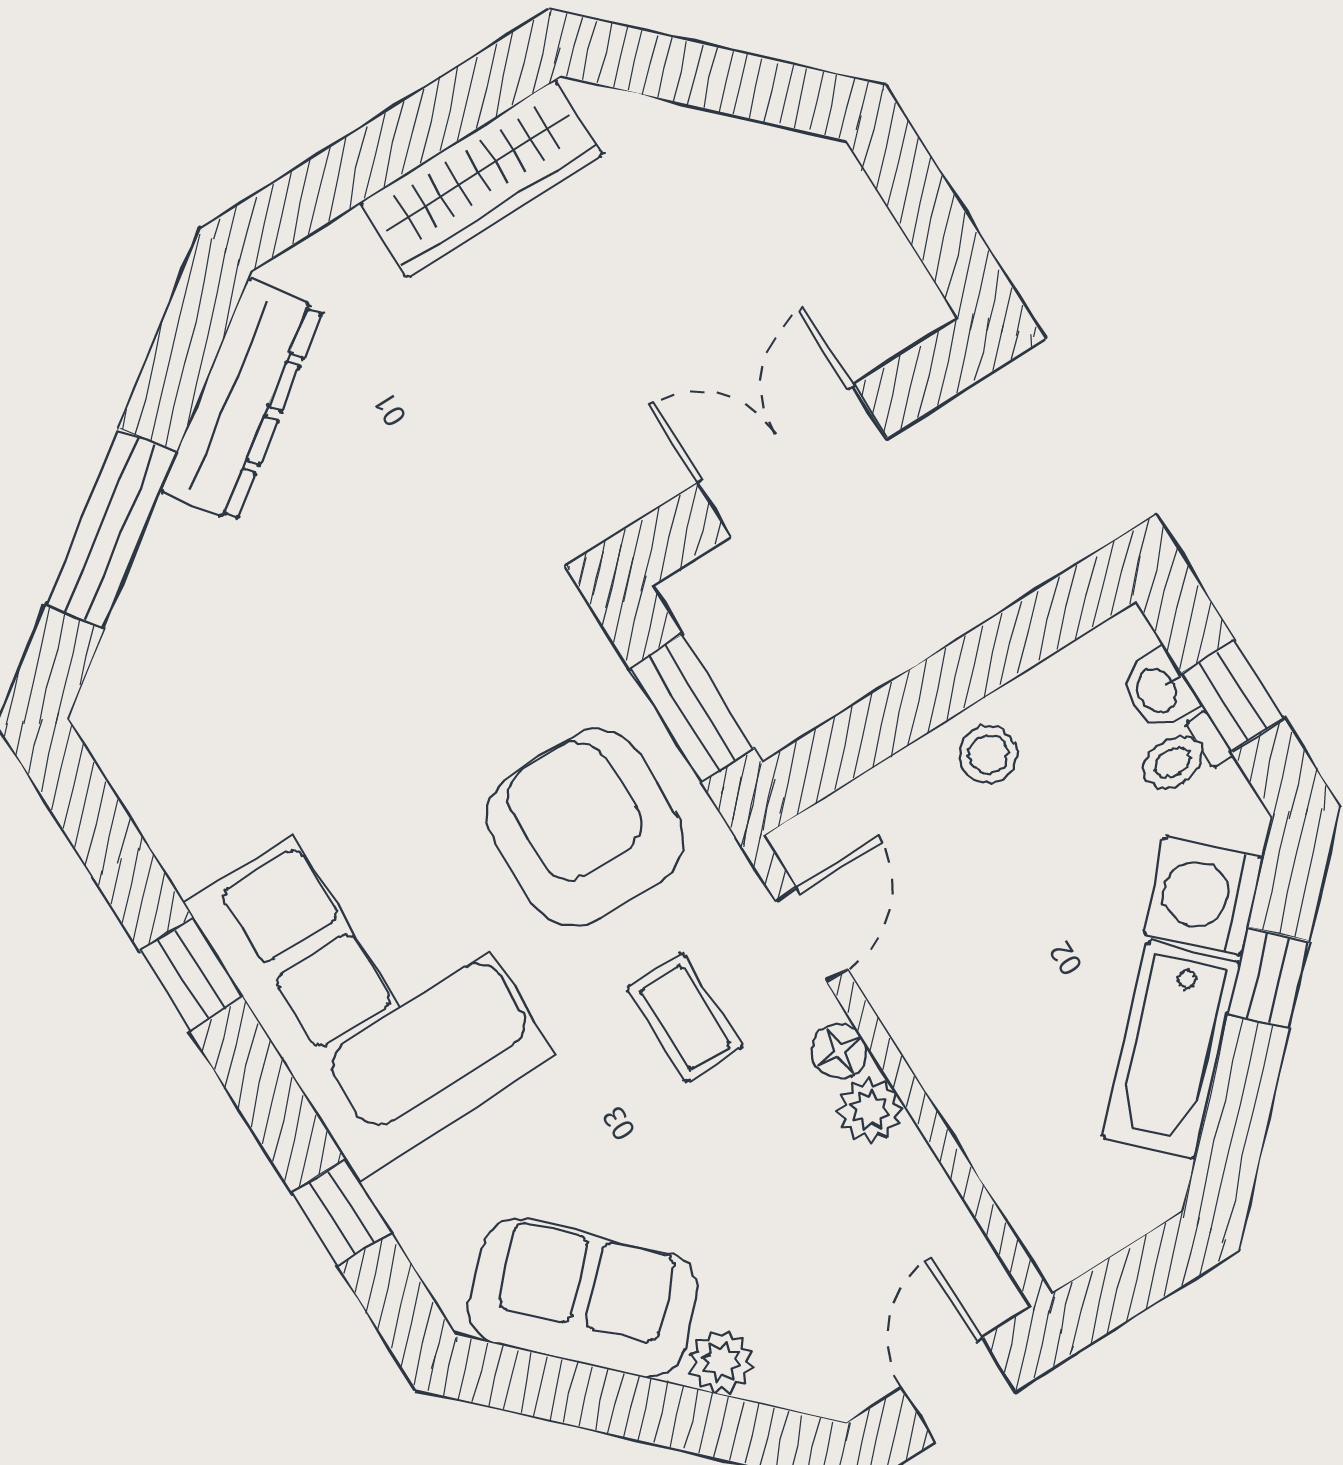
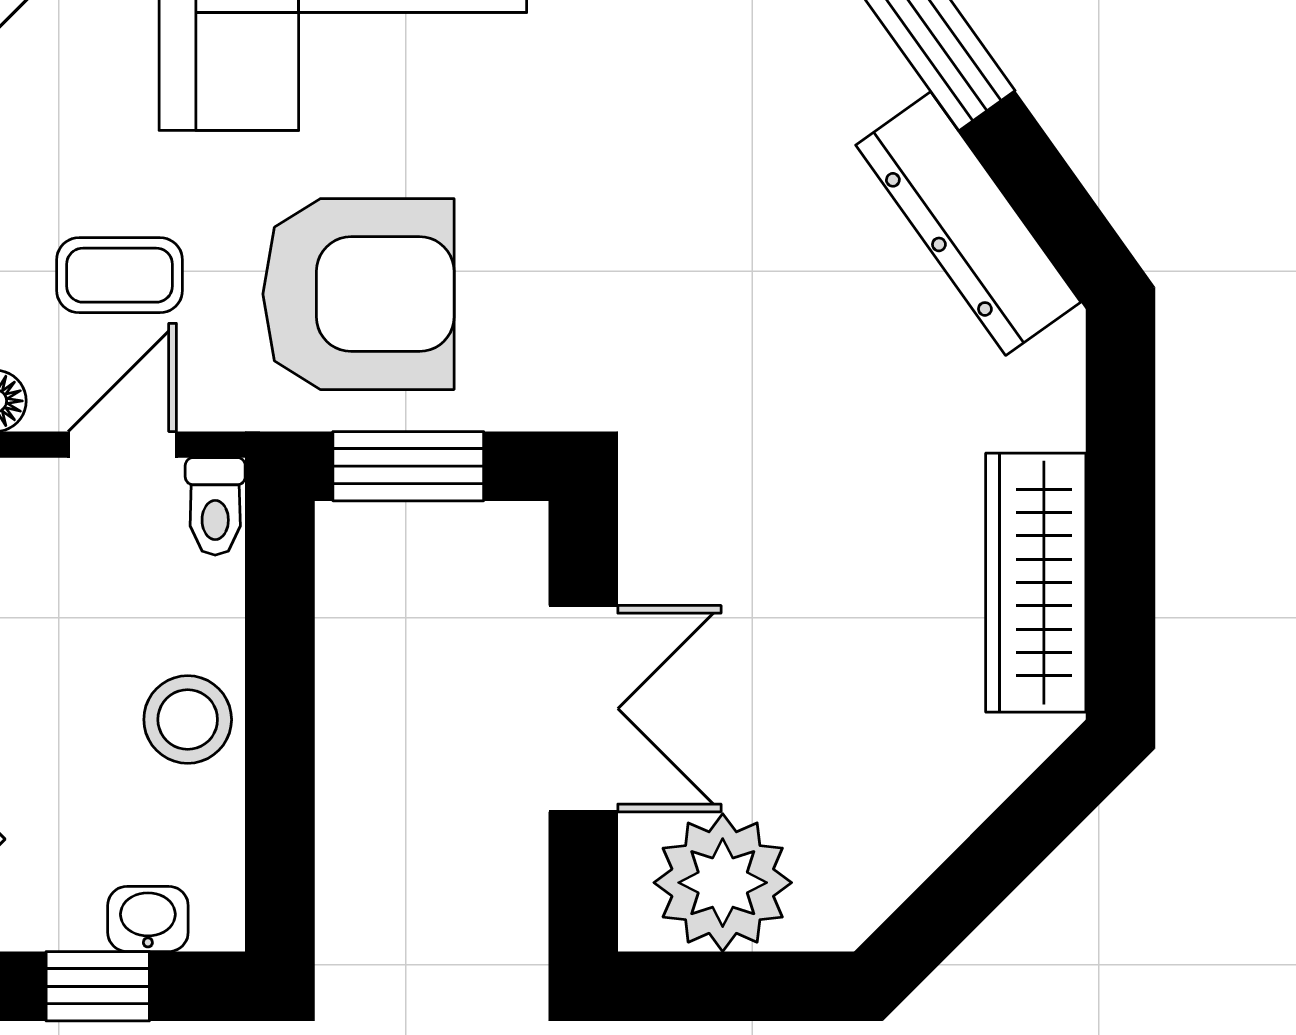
plant: (857, 272) -> (723, 883), added
stool: (988, 755) -> (188, 720), width x1.37, depth x1.37
toilet: (1183, 756) -> (215, 506), moved, turned 180
door: (812, 935) -> (122, 445), swing flipped

